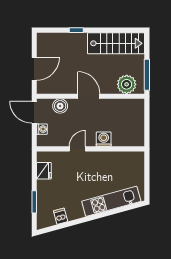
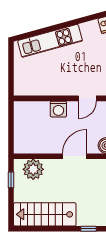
window: (147, 75) -> (11, 180), width x0.46
door: (89, 96) -> (75, 156), swing flipped

